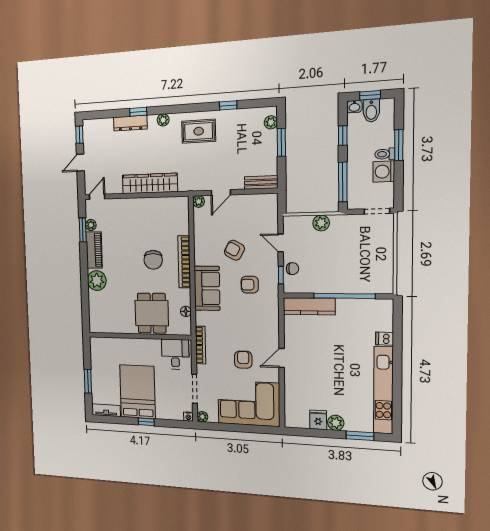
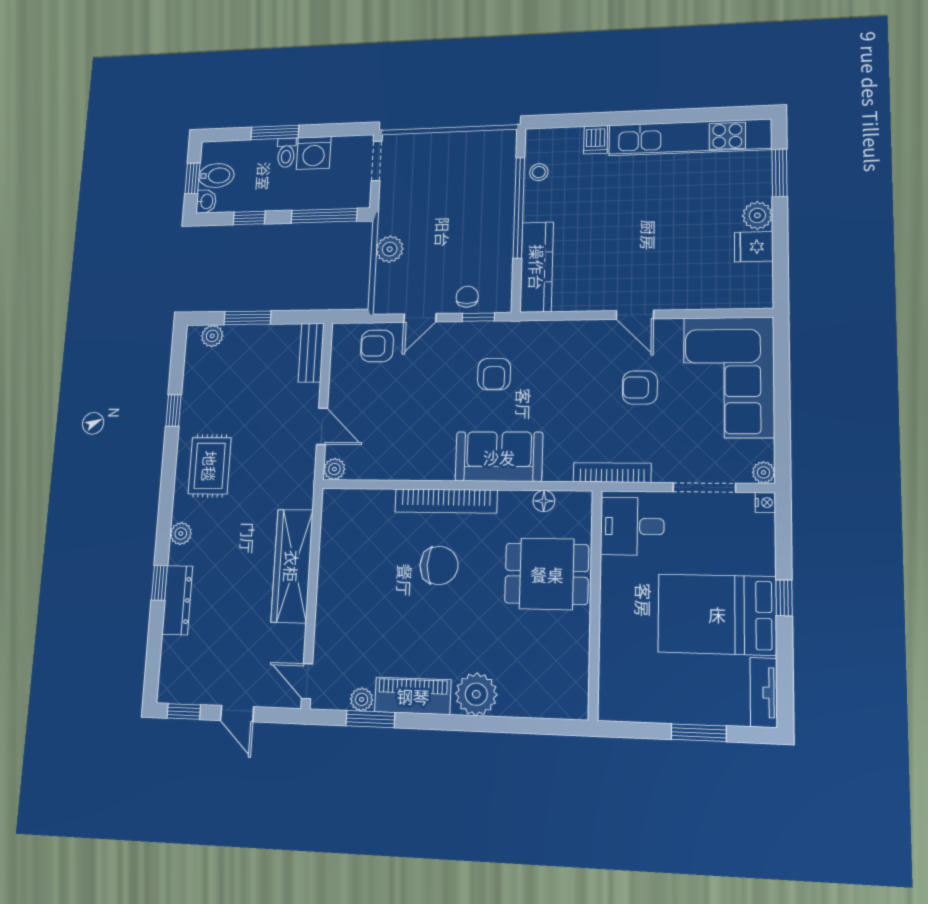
armchair: (234, 250) -> (377, 346), moved, turned 61
stool: (366, 307) -> (539, 172), added

